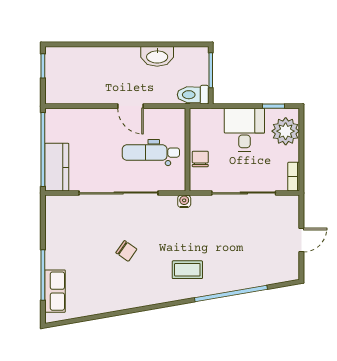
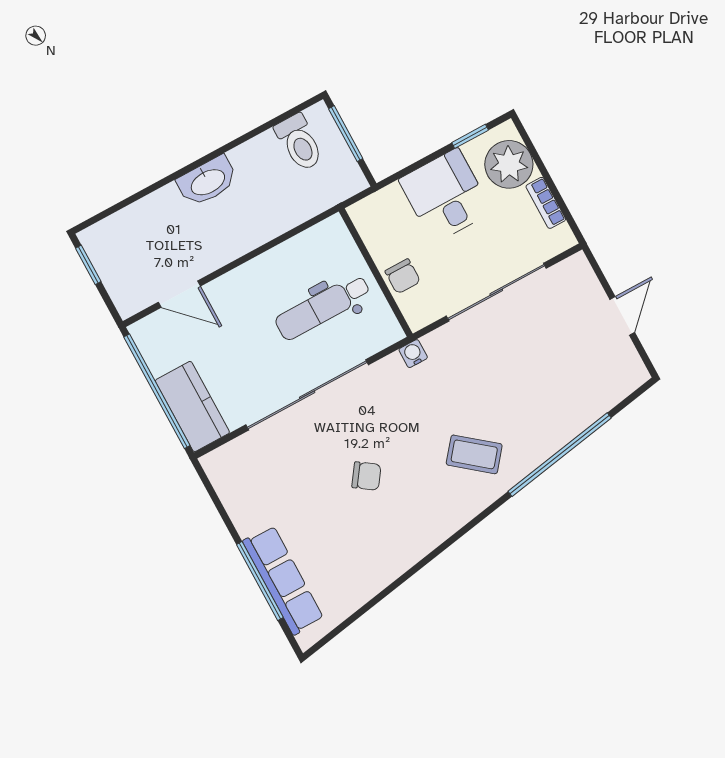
washbasin: (157, 56) -> (207, 181), moved
toilet: (193, 95) -> (299, 143), moved, turned -90
door: (131, 106) -> (179, 294), moved
chair: (200, 159) -> (403, 276), turned 180
bookcase: (294, 177) -> (546, 203), moved
coffee table: (187, 270) -> (474, 454), turned 39
row of seats: (55, 291) -> (283, 580), width x1.48

